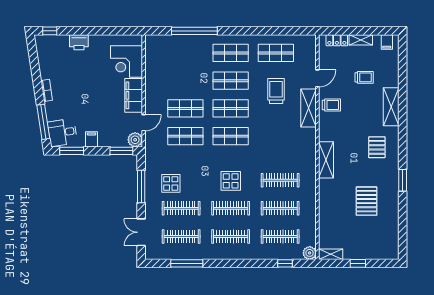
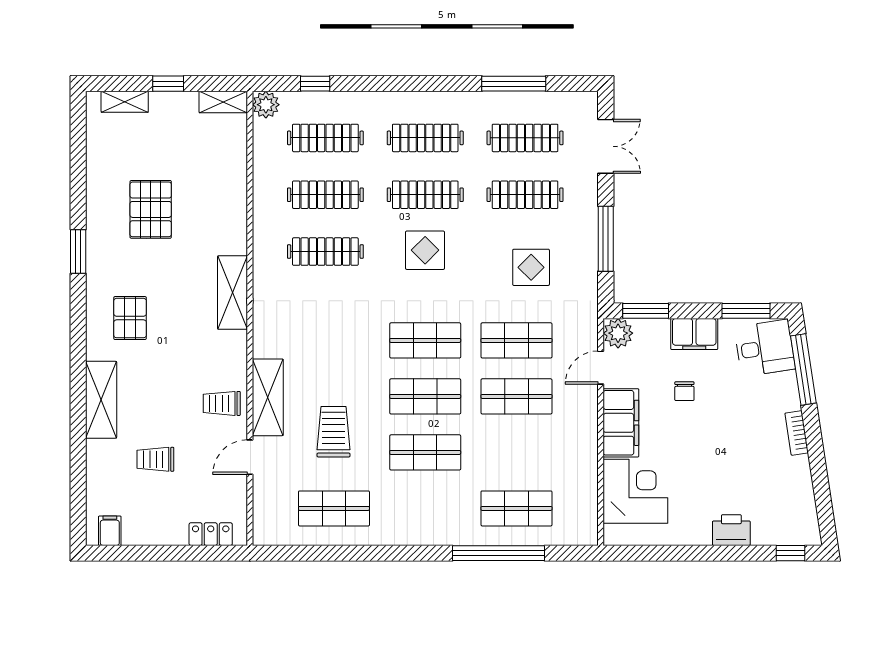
shelving: (361, 40) -> (125, 102), moved
shop shelf: (231, 53) -> (516, 508), moved
trolley: (276, 91) -> (333, 432), turned 180
chair: (102, 111) -> (684, 391), added
filing cabinet: (92, 139) -> (694, 334), width x2.00
display table: (171, 183) -> (531, 267), moved

